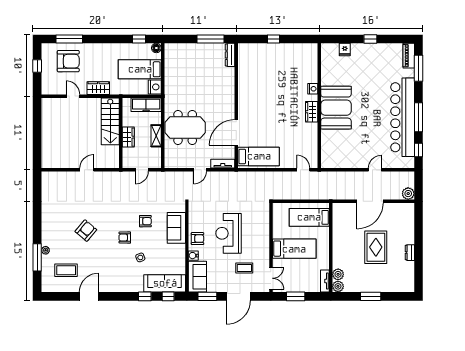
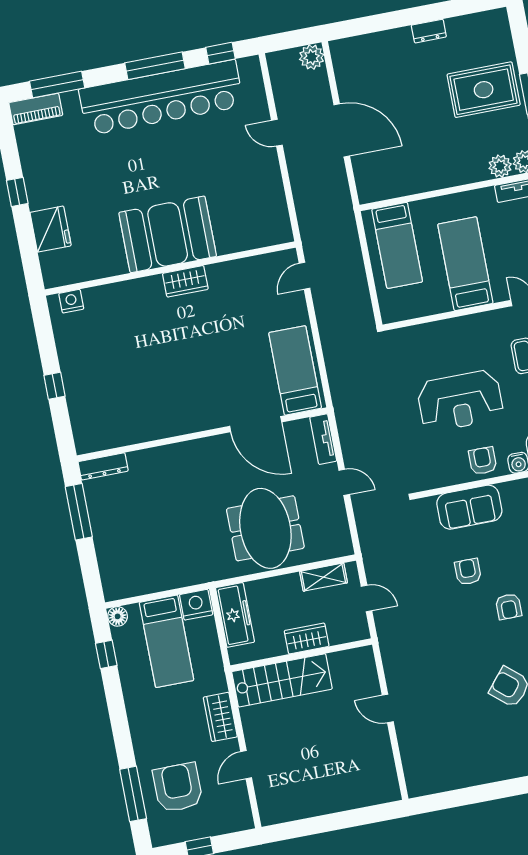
fridge: (345, 50) -> (51, 229), width x1.88, depth x1.34
nightstand: (313, 89) -> (71, 301), moved
shelving: (156, 136) -> (323, 577), moved
rug: (376, 247) -> (484, 90), moved

